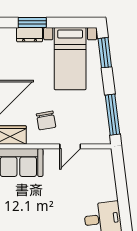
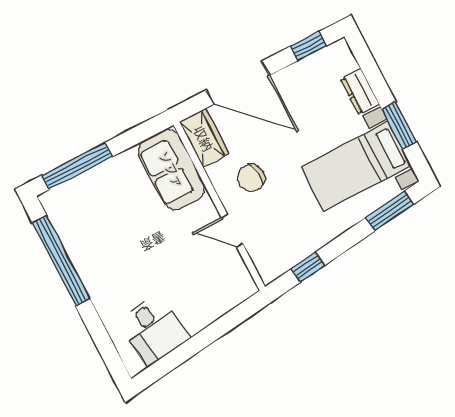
window: (32, 23) -> (399, 126), moved
window: (112, 115) -> (308, 267), width x0.46

